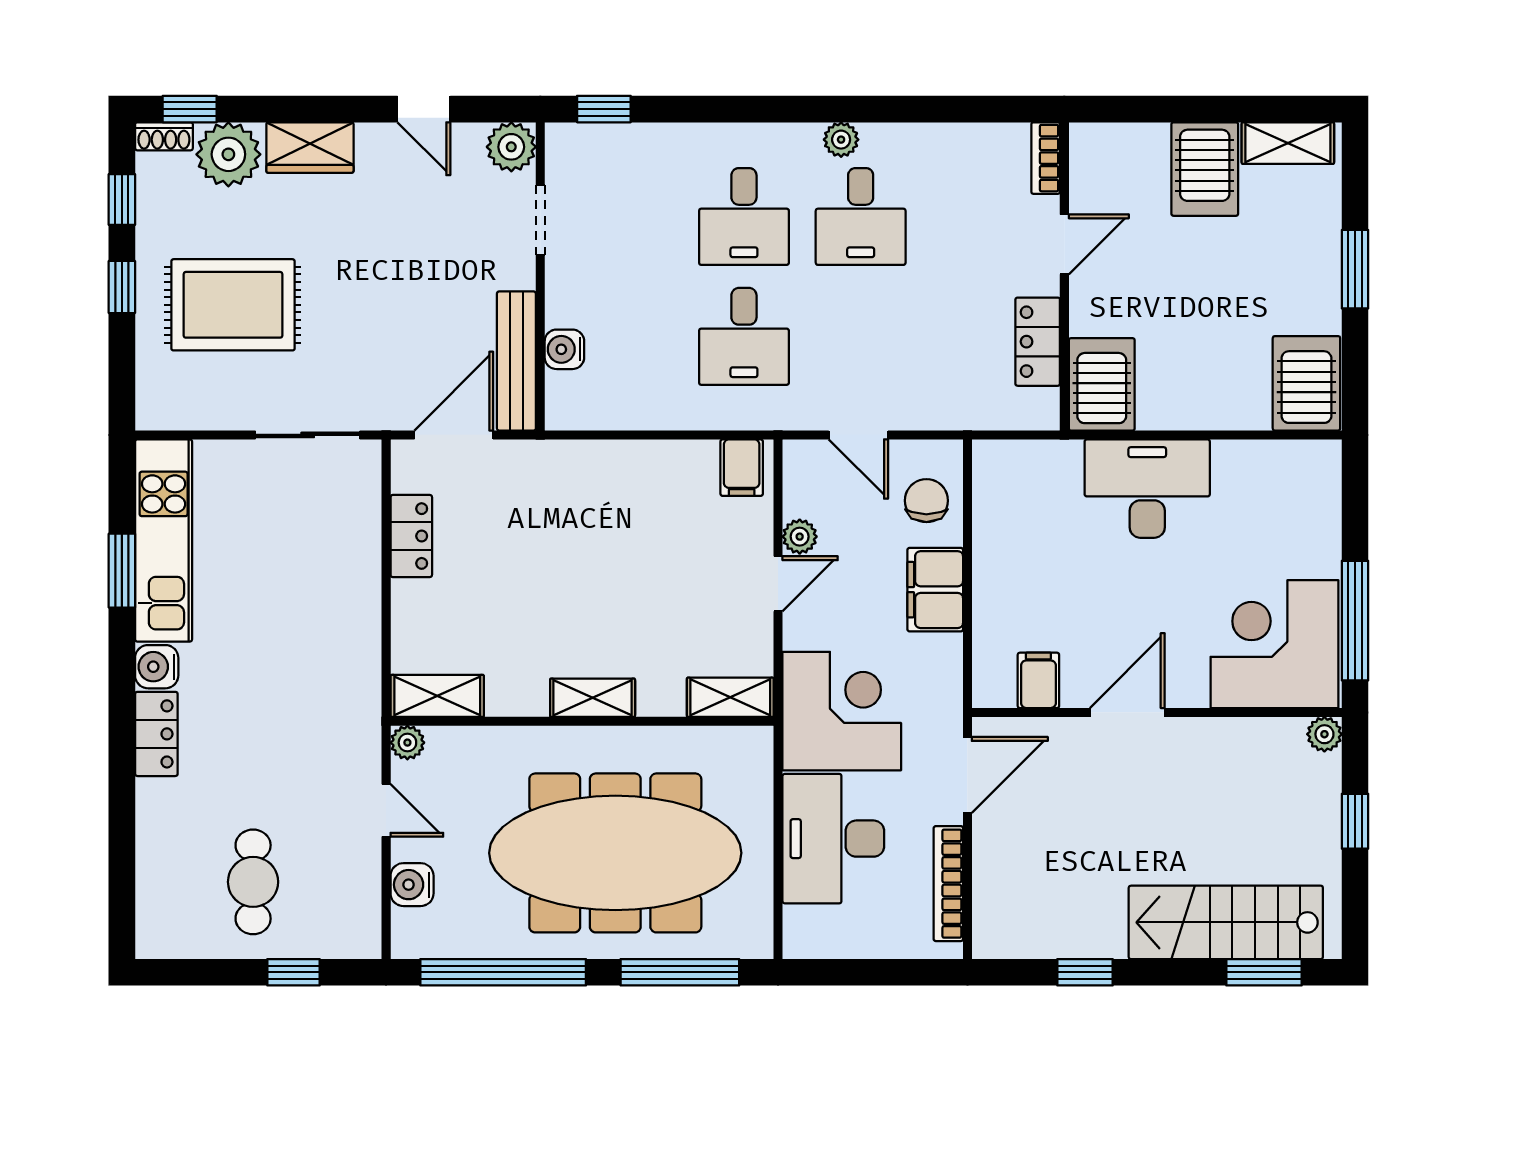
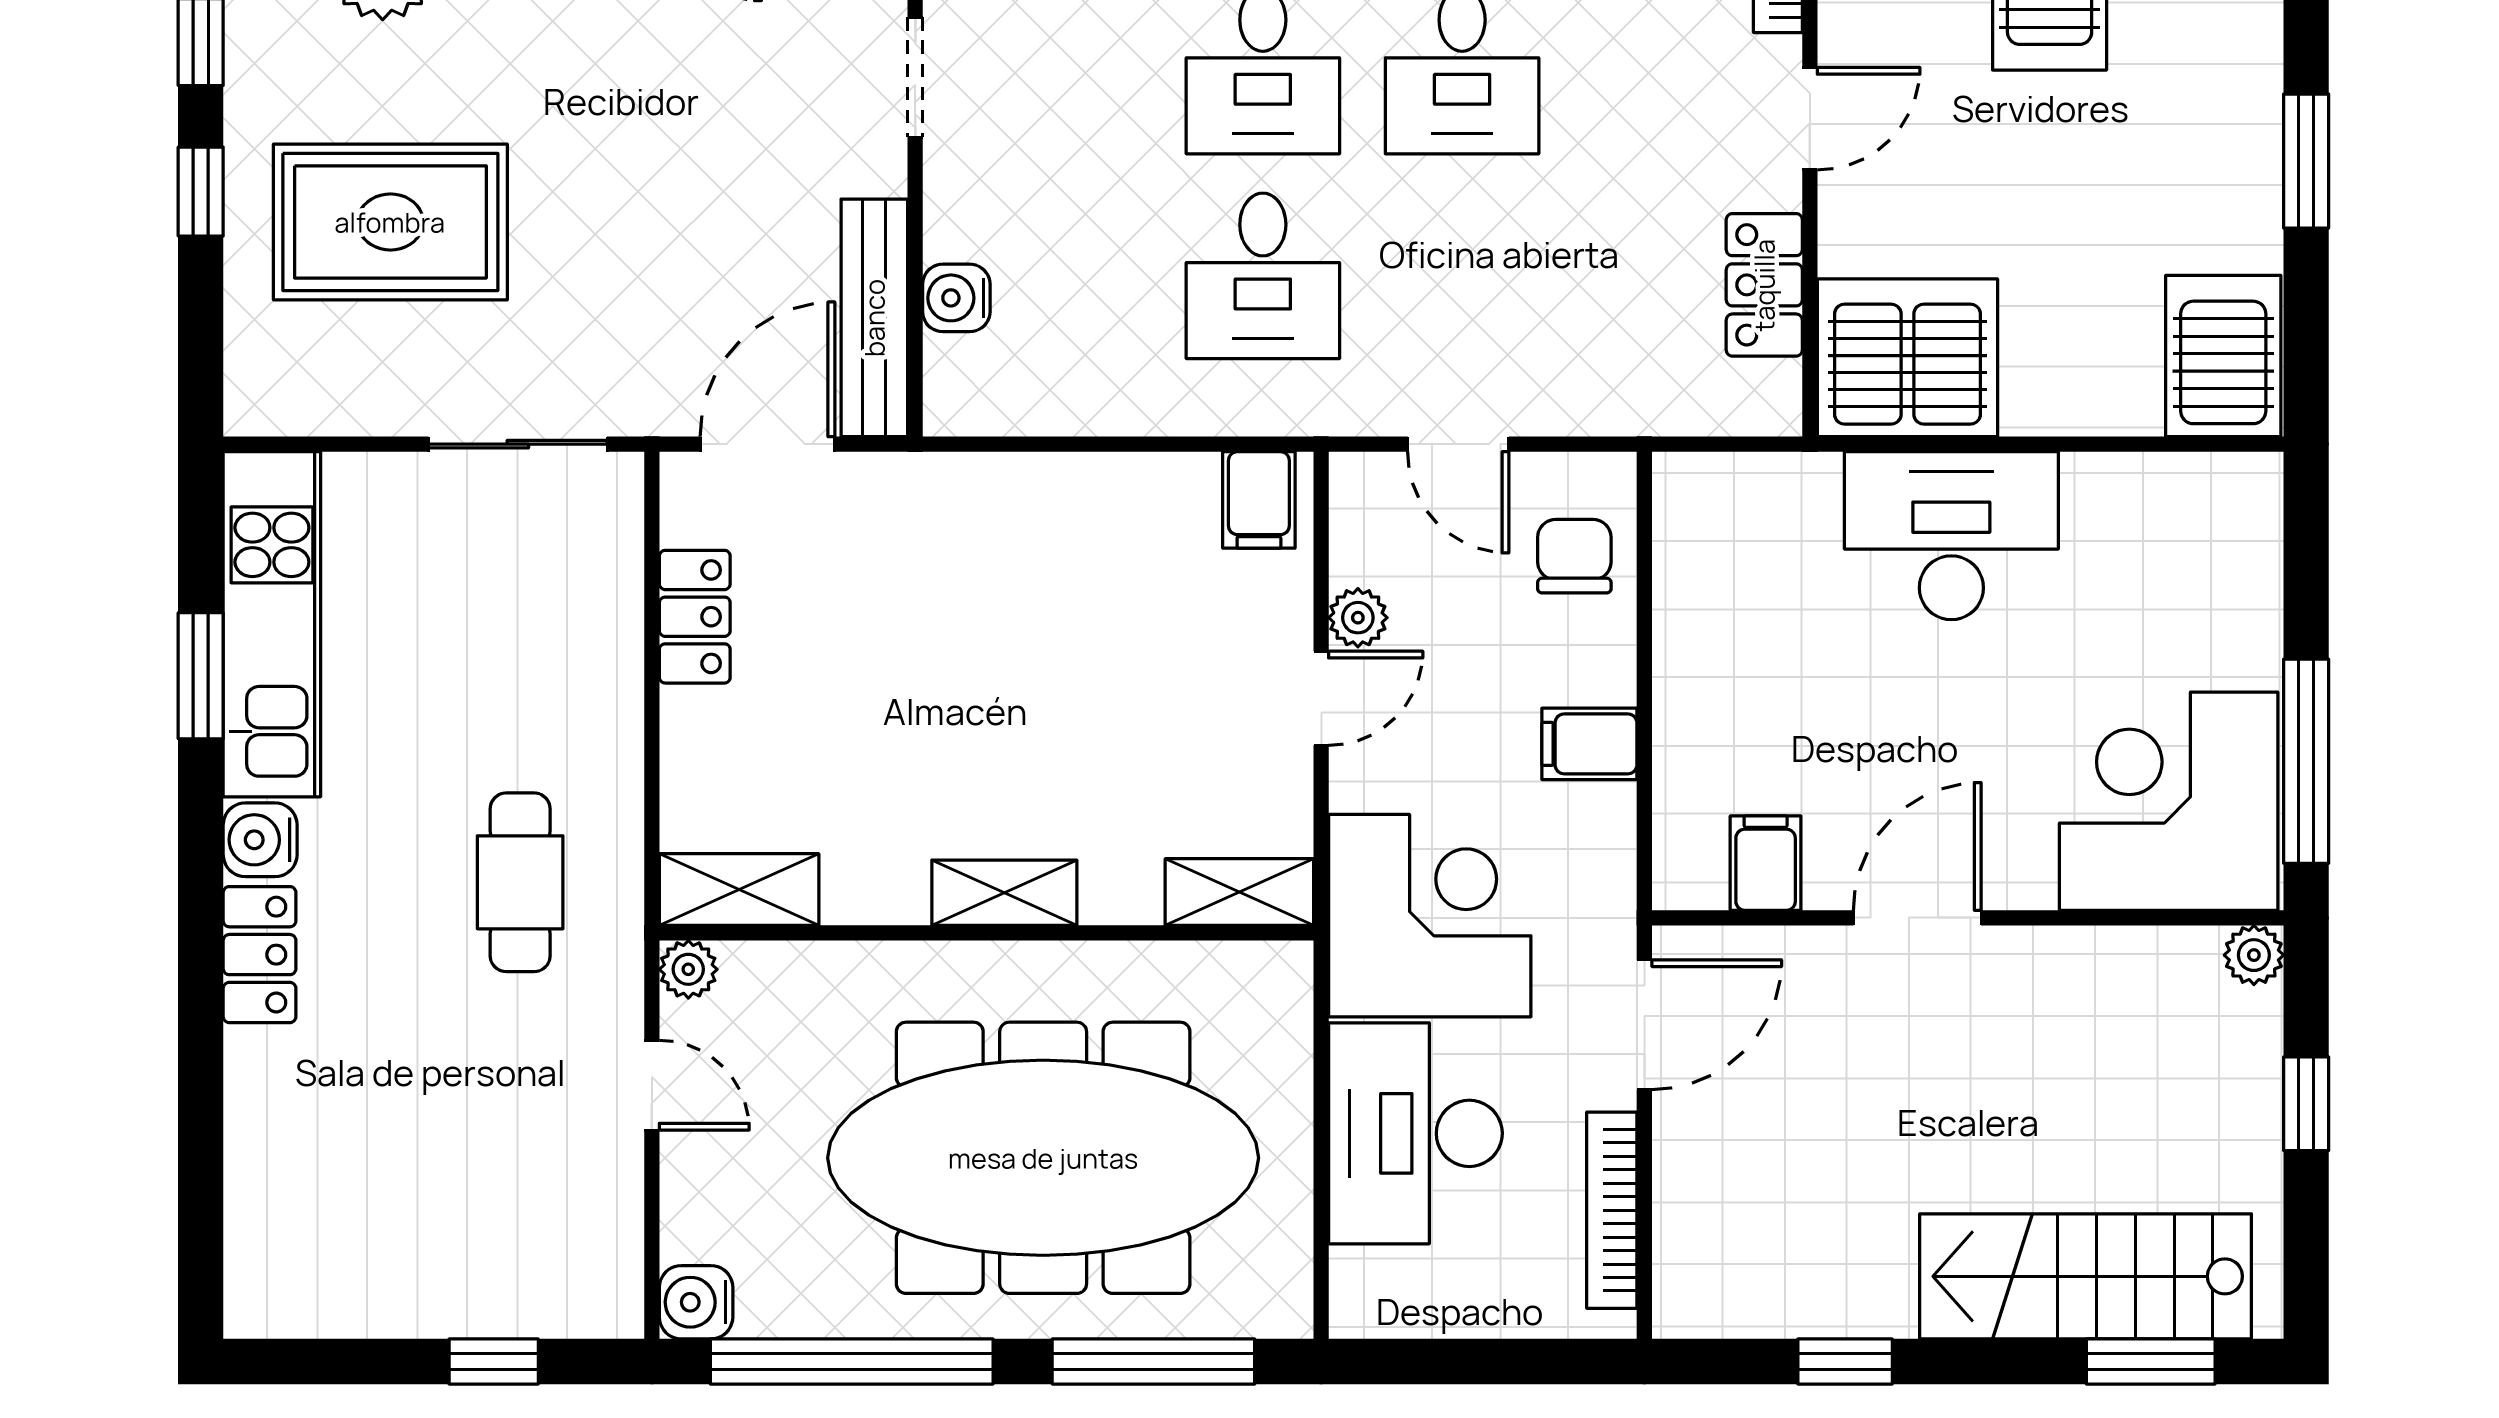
server rack: (1102, 384) -> (1907, 358), width x1.60
filing cabinet: (935, 590) -> (1589, 744), width x0.50
cafe table: (253, 882) -> (520, 882), moved
water cooler: (412, 885) -> (696, 1302), moved

